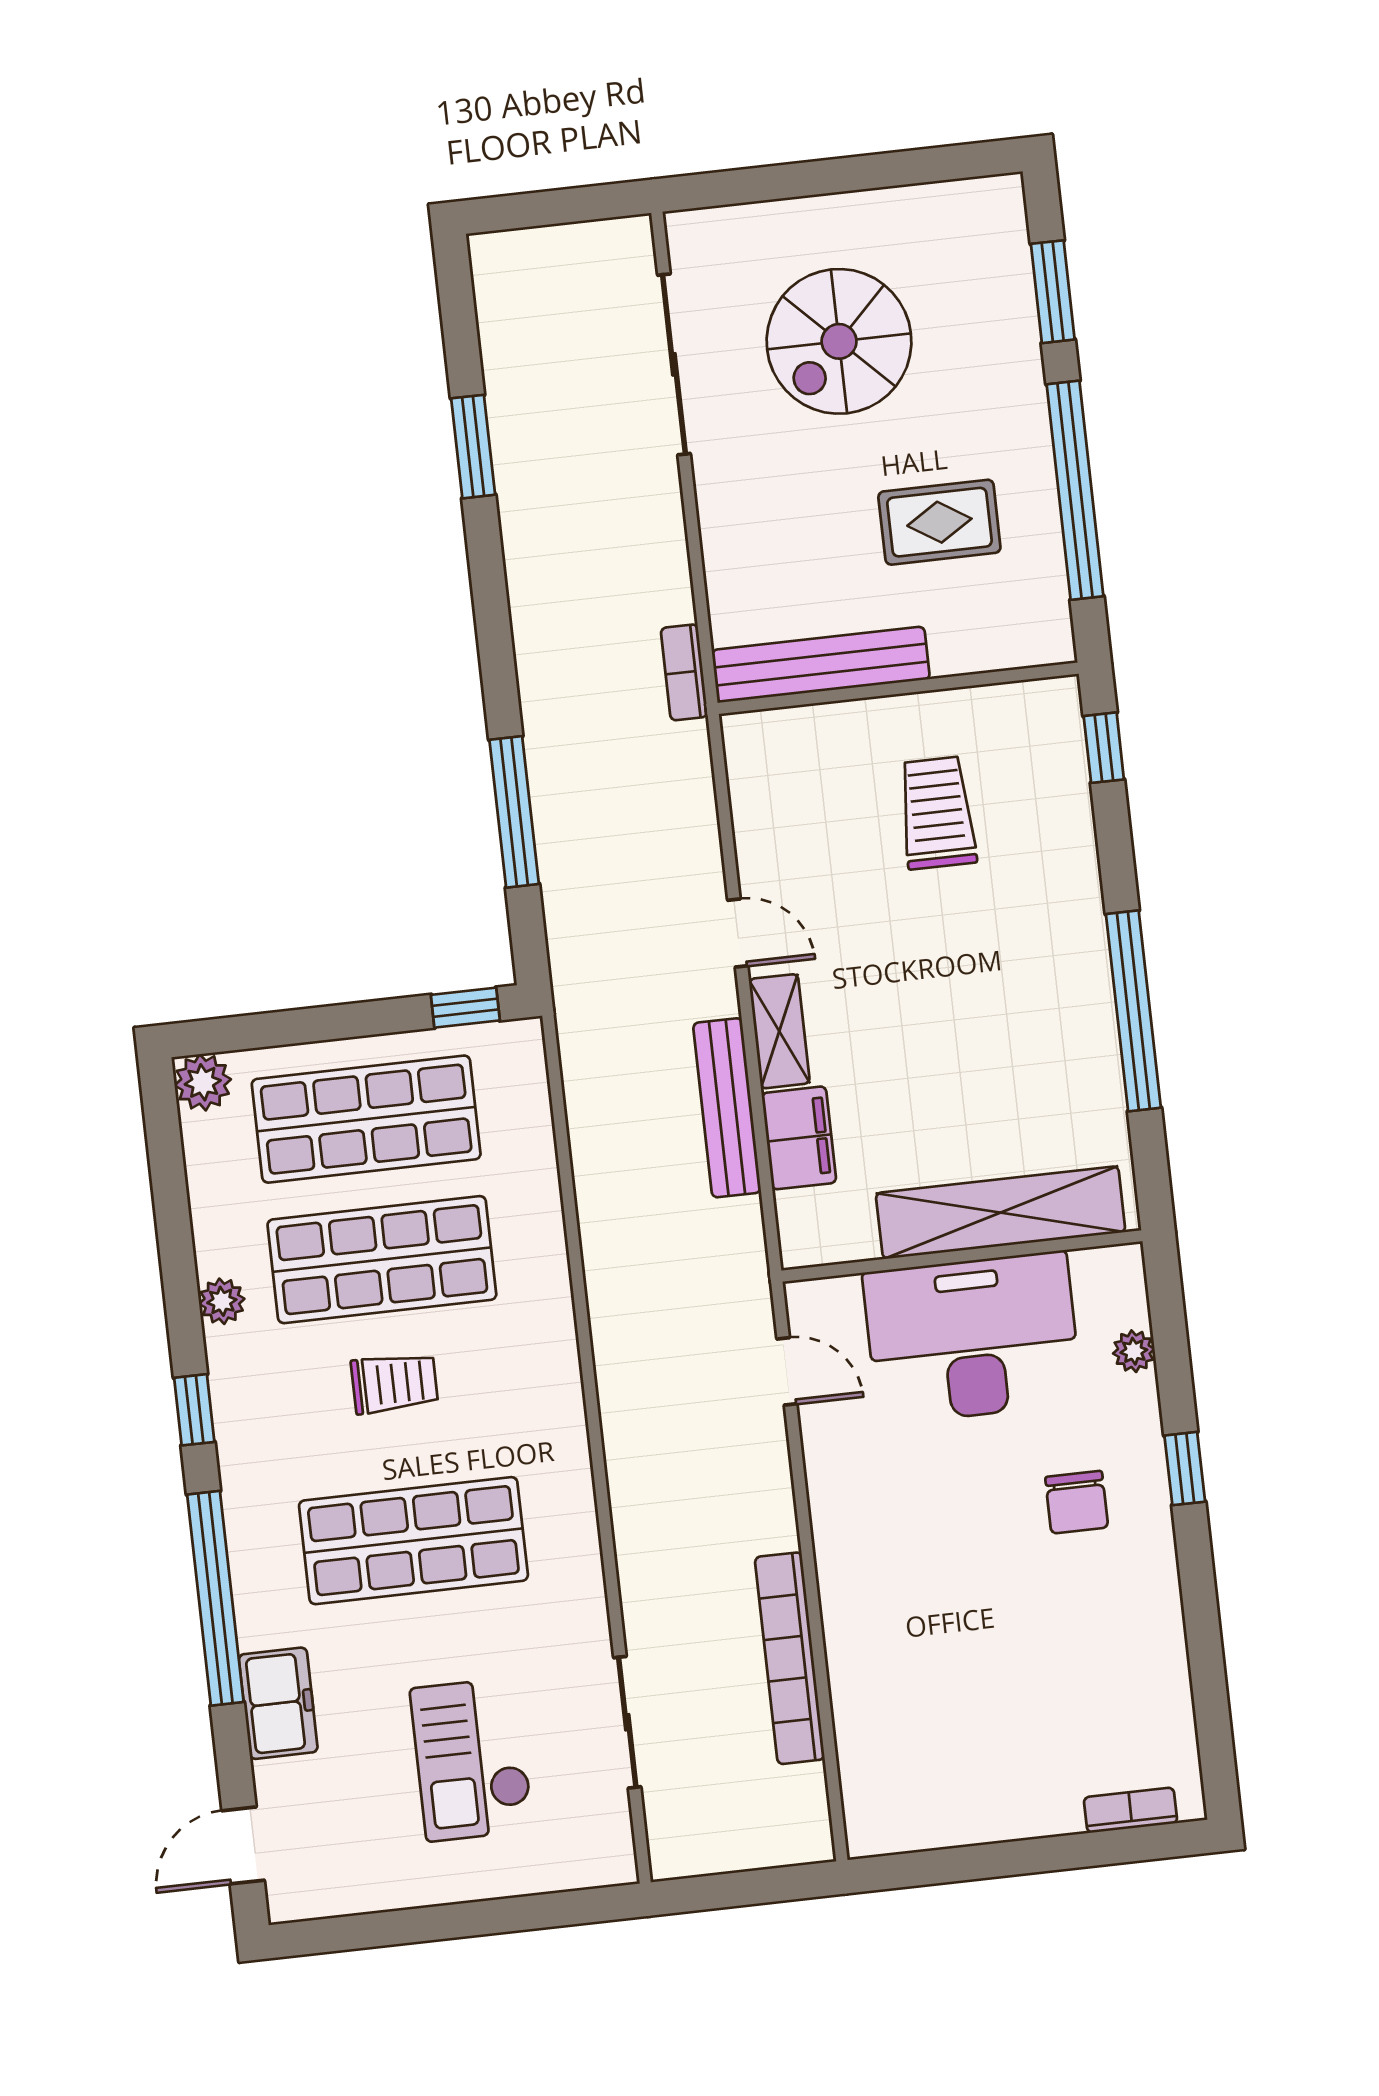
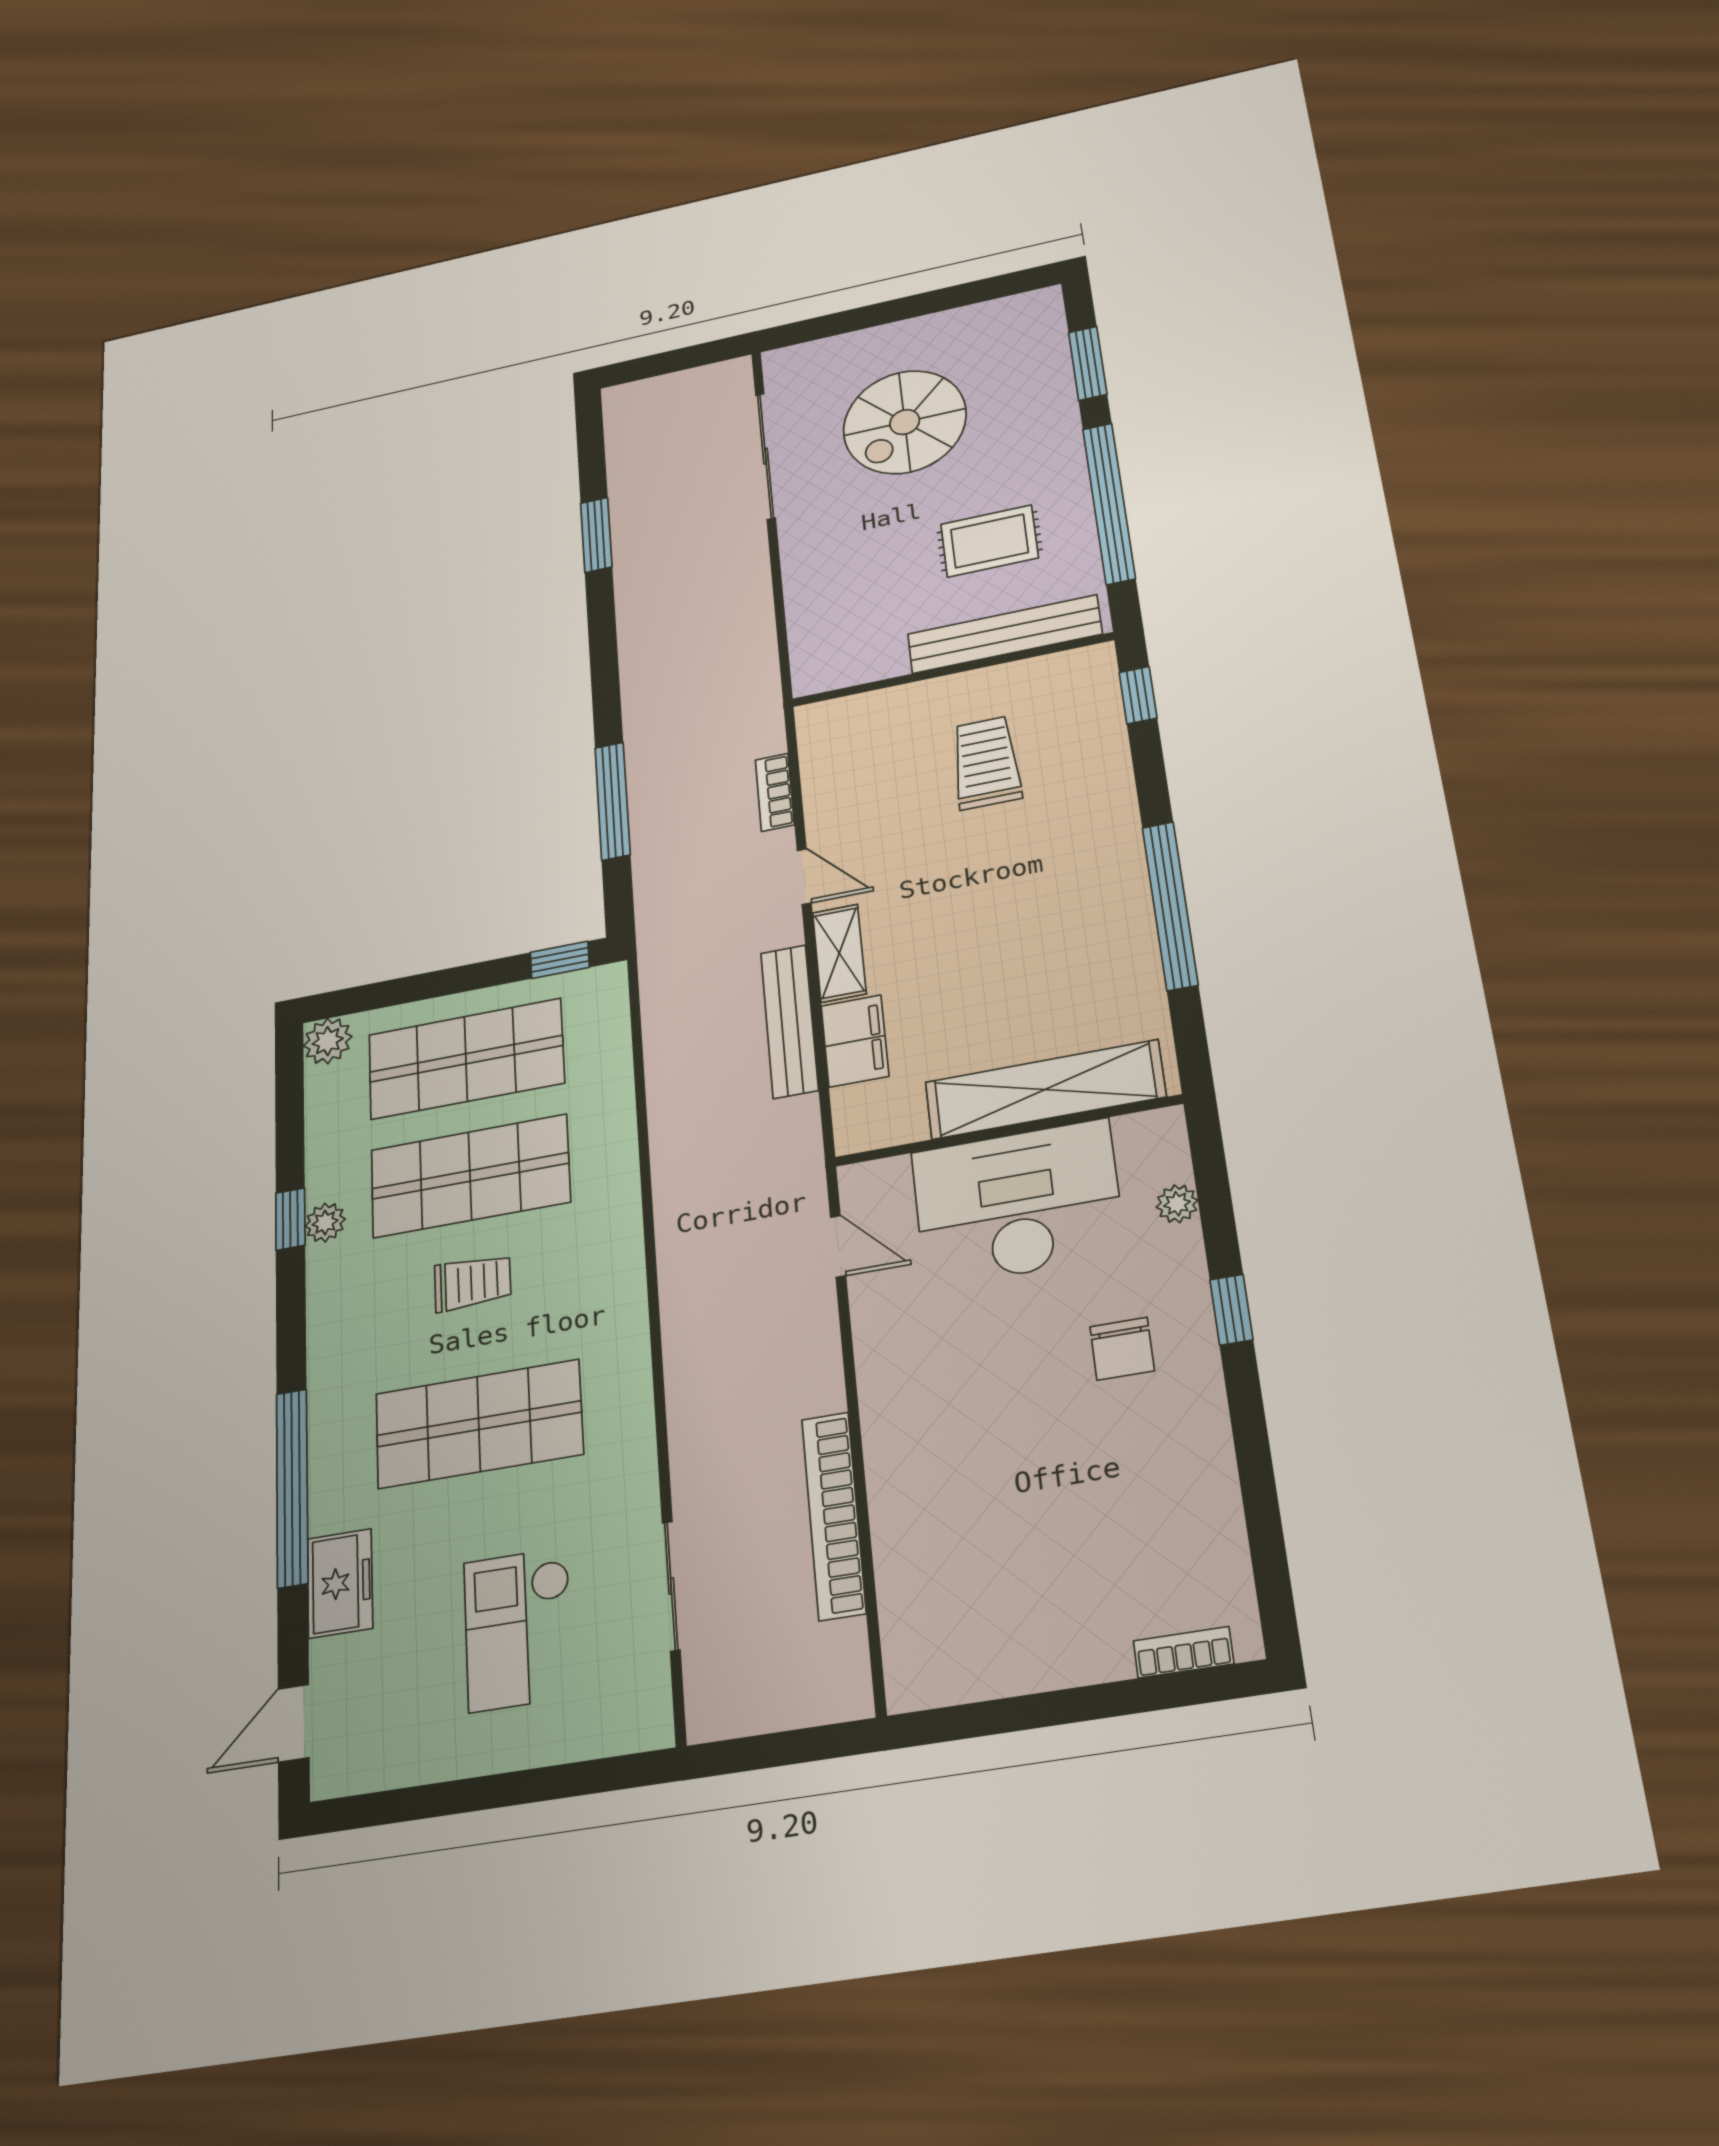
bench: (821, 665) -> (1004, 634), moved
bookcase: (684, 672) -> (775, 792), moved
window: (194, 1410) -> (290, 1219), moved

